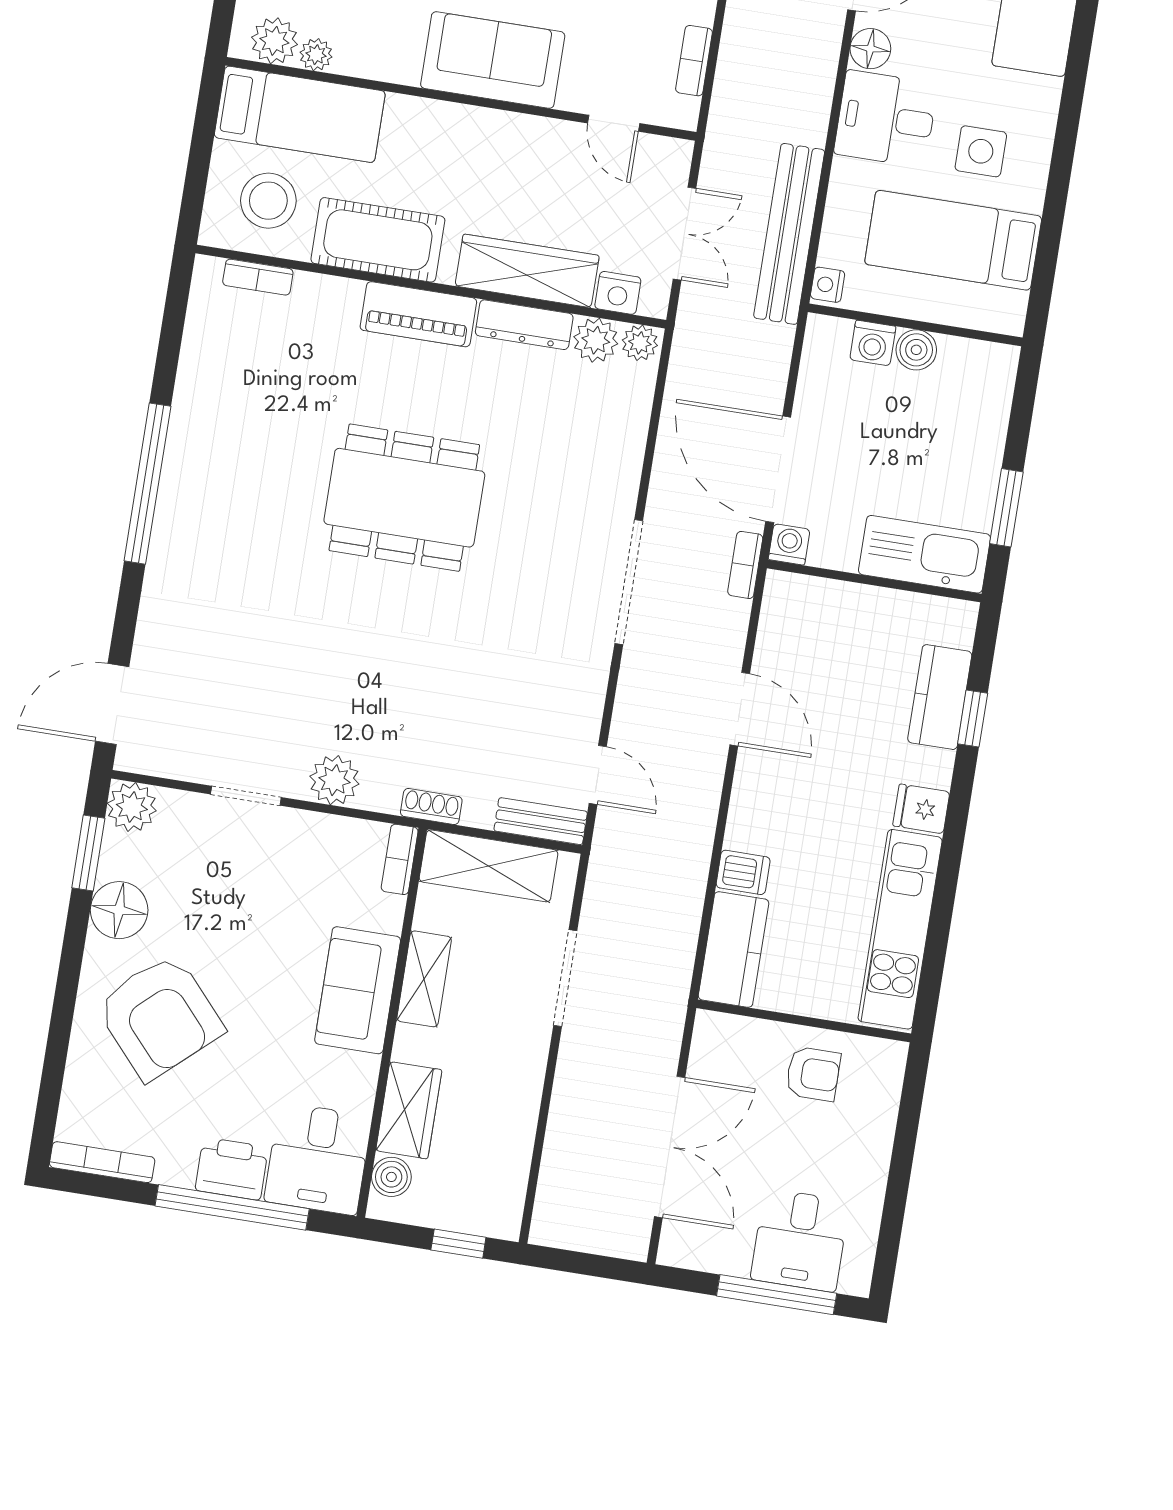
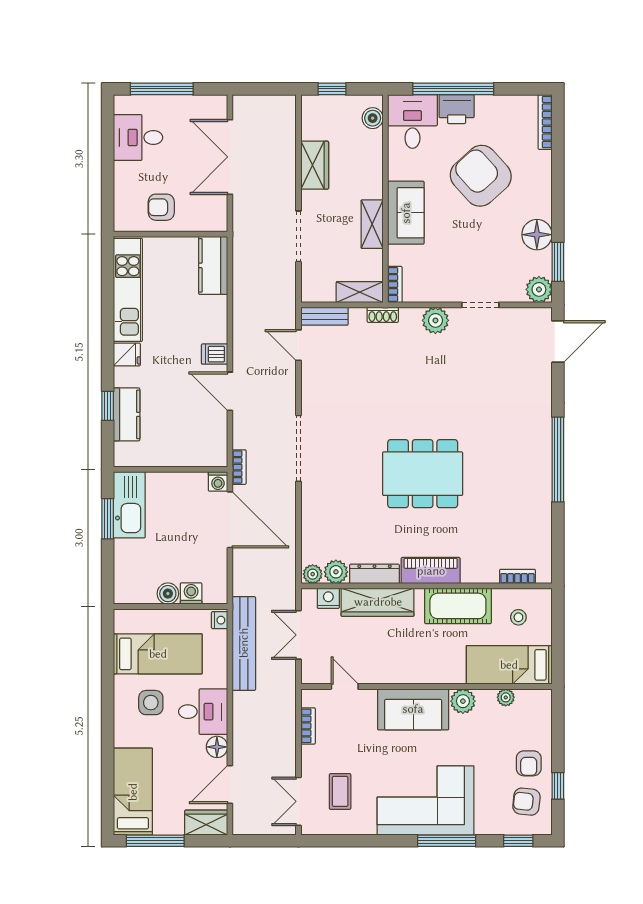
plant: (274, 41) -> (463, 701), moved
stool: (268, 201) -> (518, 617), width x0.53, depth x0.53
kitchen sink: (924, 554) -> (129, 505), moved, turned -90
shelving: (489, 866) -> (360, 292), width x0.67, depth x0.75
dishwasher: (743, 872) -> (215, 354), moved
armchair: (160, 1017) -> (481, 176), moved
wardrobe: (409, 1110) -> (315, 165), moved, turned 180
bookcase: (102, 1162) -> (545, 122), moved, turned 90
desk: (800, 1240) -> (138, 137), moved, turned -90

